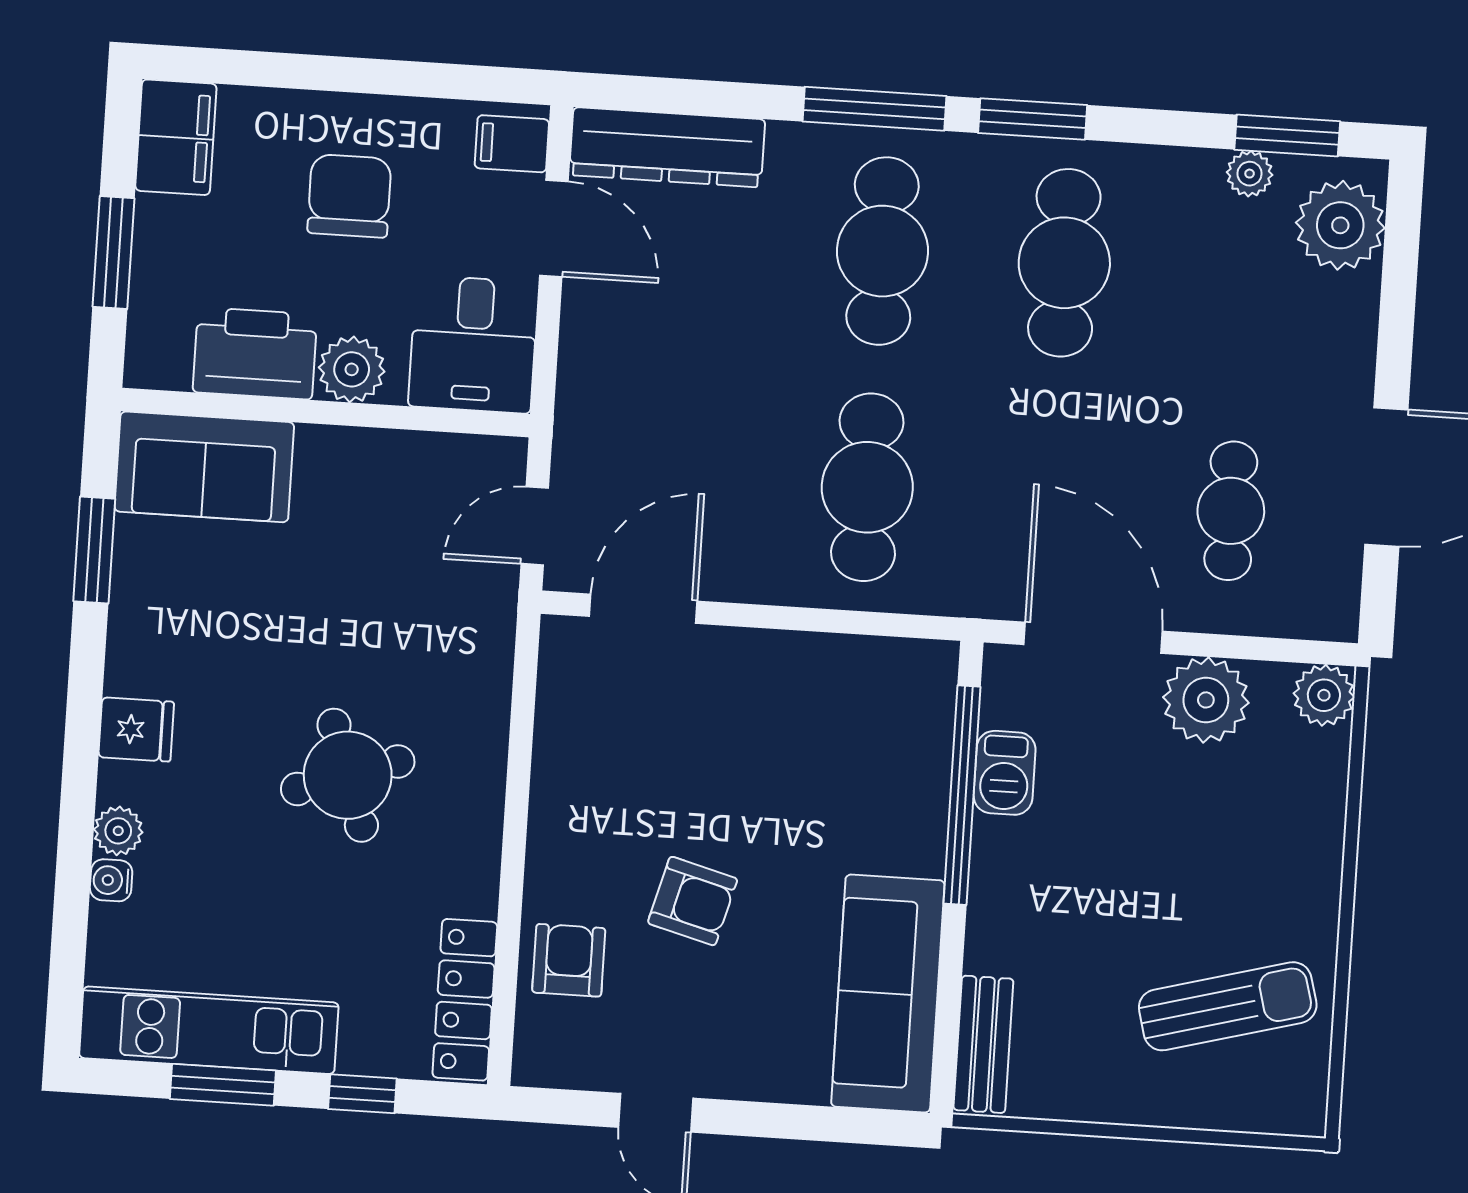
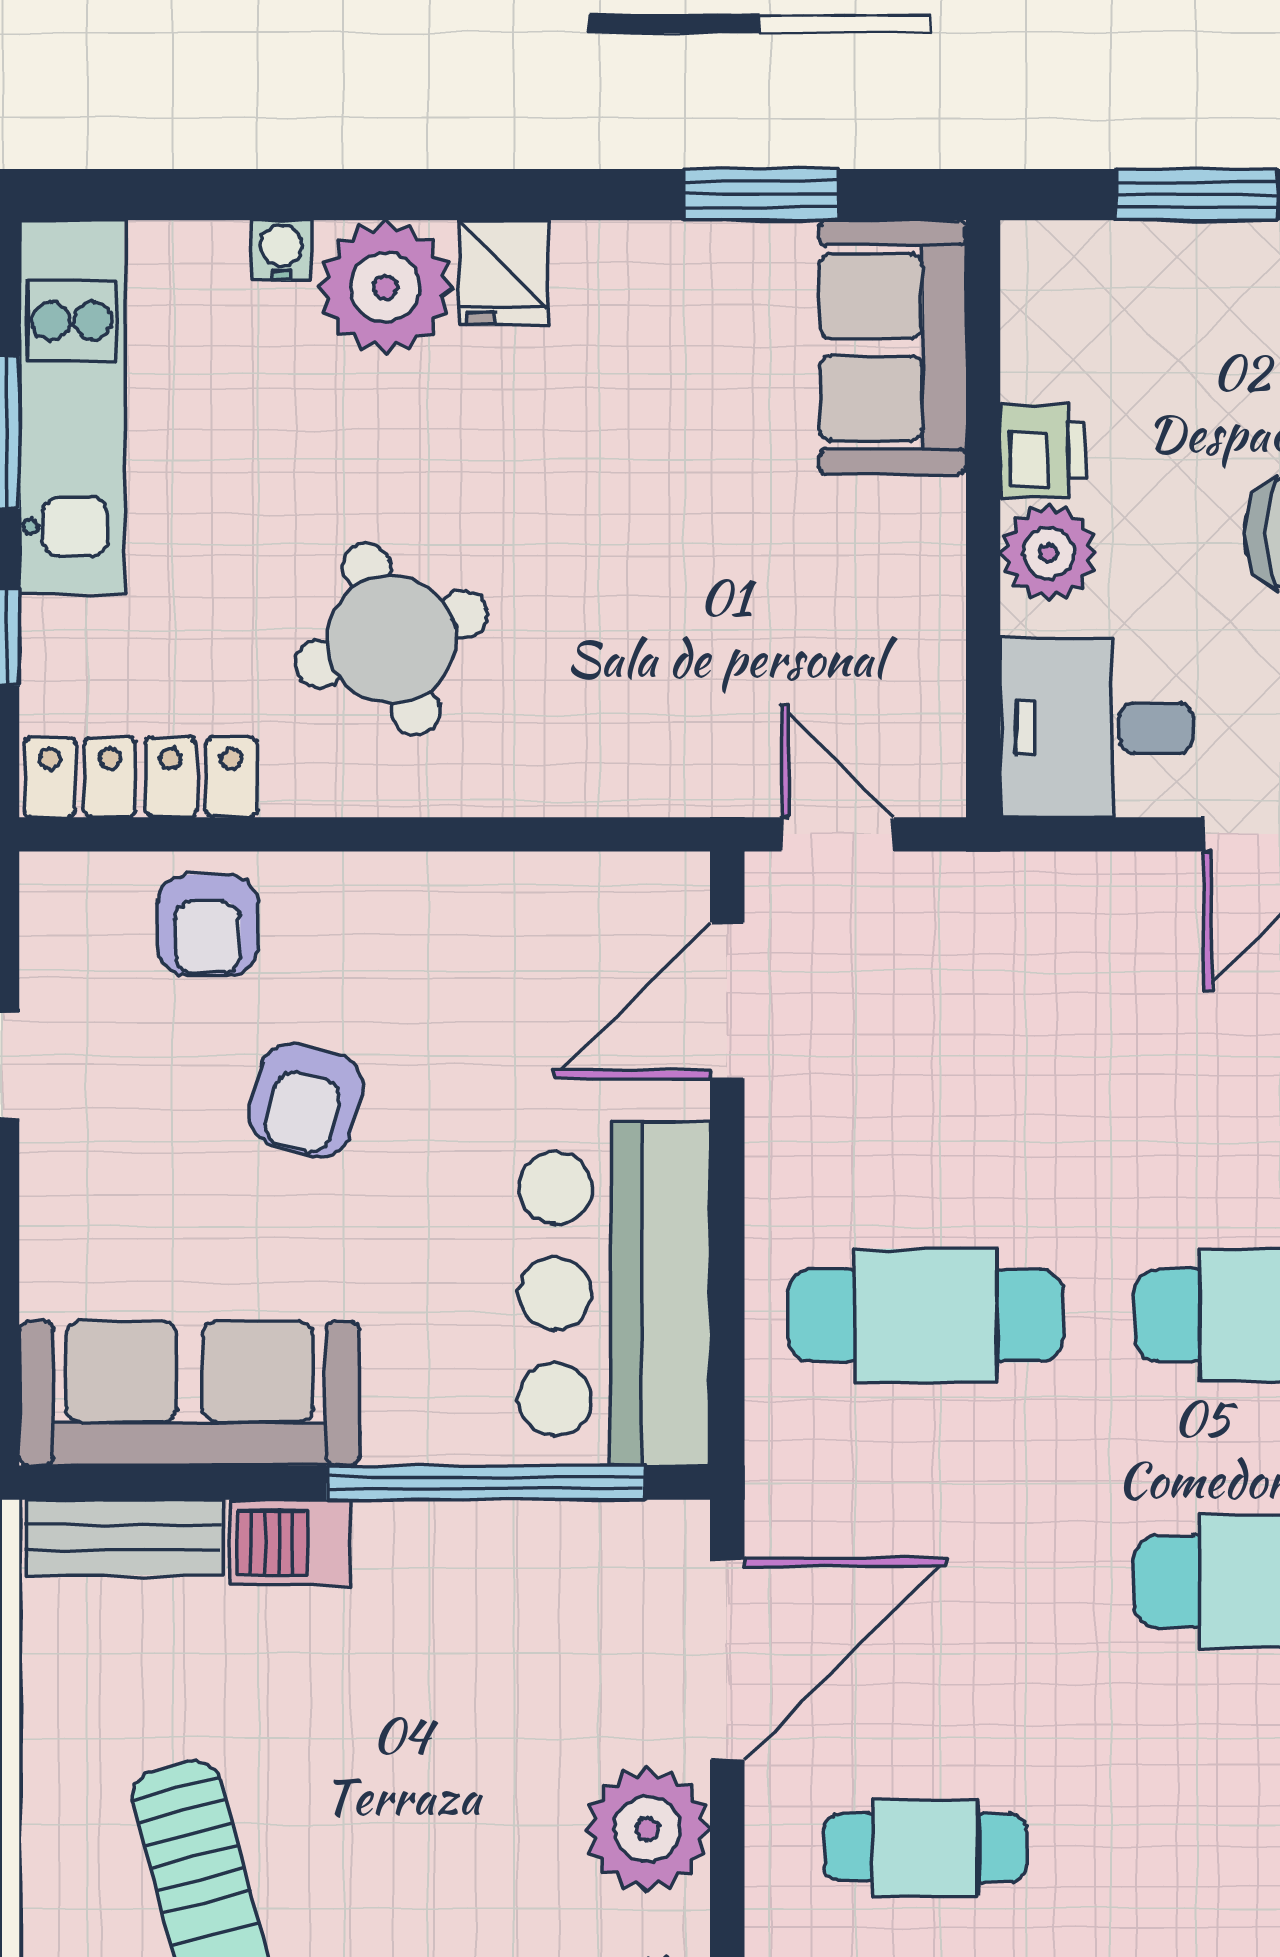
printer: (255, 353) -> (1043, 451), width x0.53, depth x0.68
door: (643, 609) -> (727, 1000), swing flipped
bar counter: (838, 699) -> (615, 1293), added
barbecue: (1005, 773) -> (290, 1543), moved
round table: (348, 775) -> (391, 639), moved
plant: (118, 831) -> (385, 287), width x1.87, depth x1.87
armchair: (569, 960) -> (208, 925), turned 90

